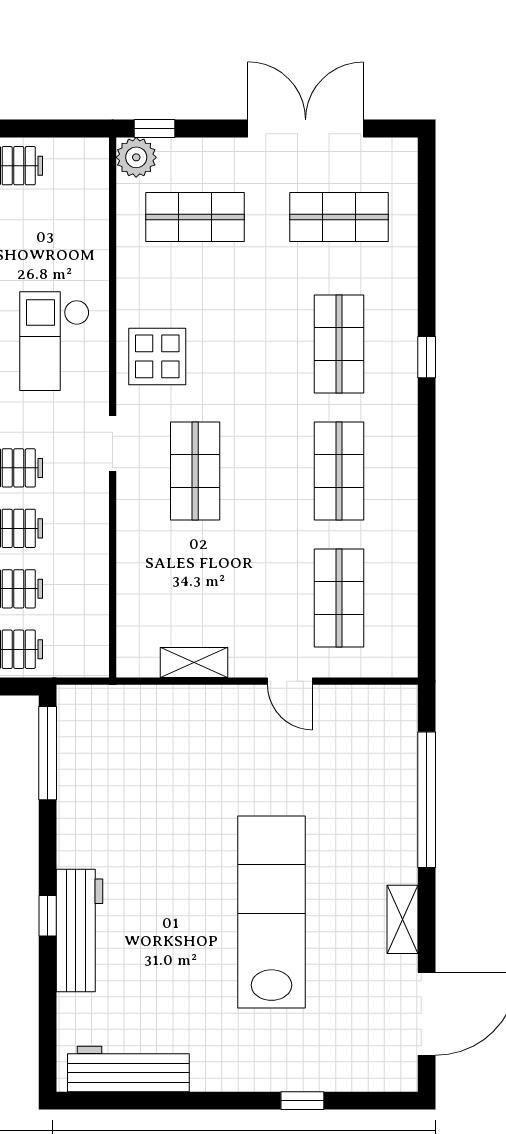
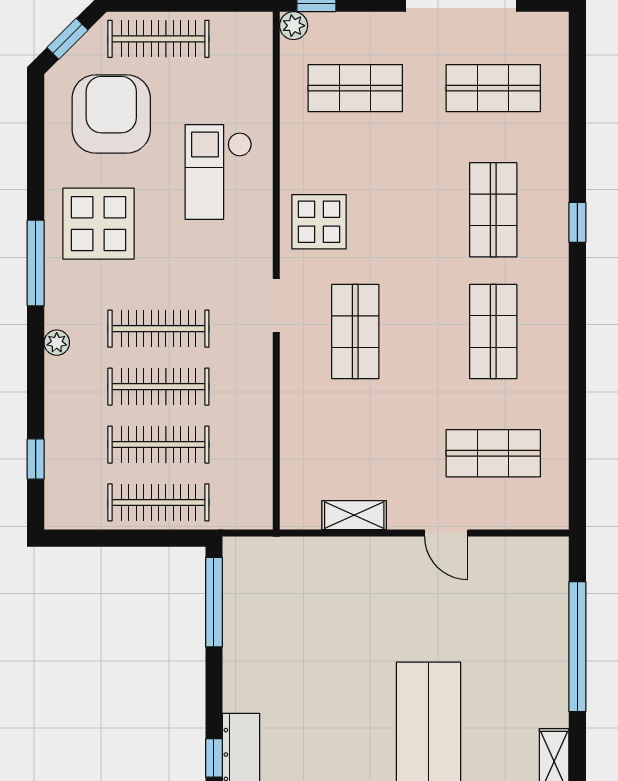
plant: (136, 157) -> (294, 26), width x0.73, depth x0.73
checkout: (54, 341) -> (218, 172), moved
shop shelf: (339, 598) -> (493, 453), turned 90

